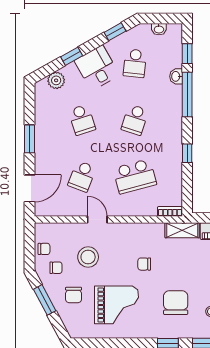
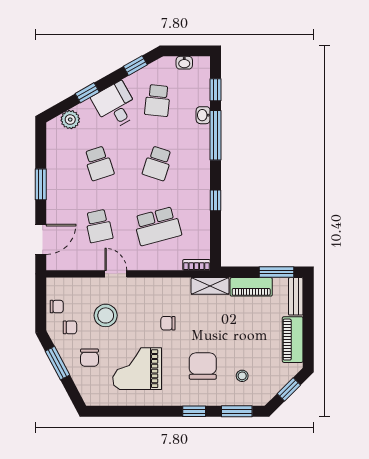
school desk: (82, 176) -> (99, 226), turned -33
grand piano: (116, 305) -> (137, 369), turned 180

